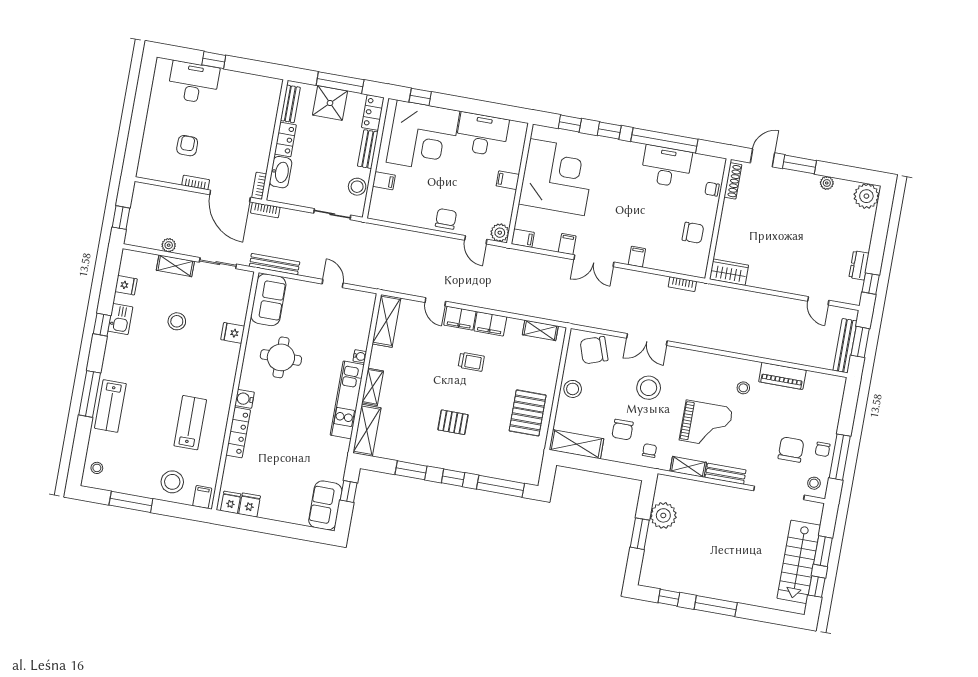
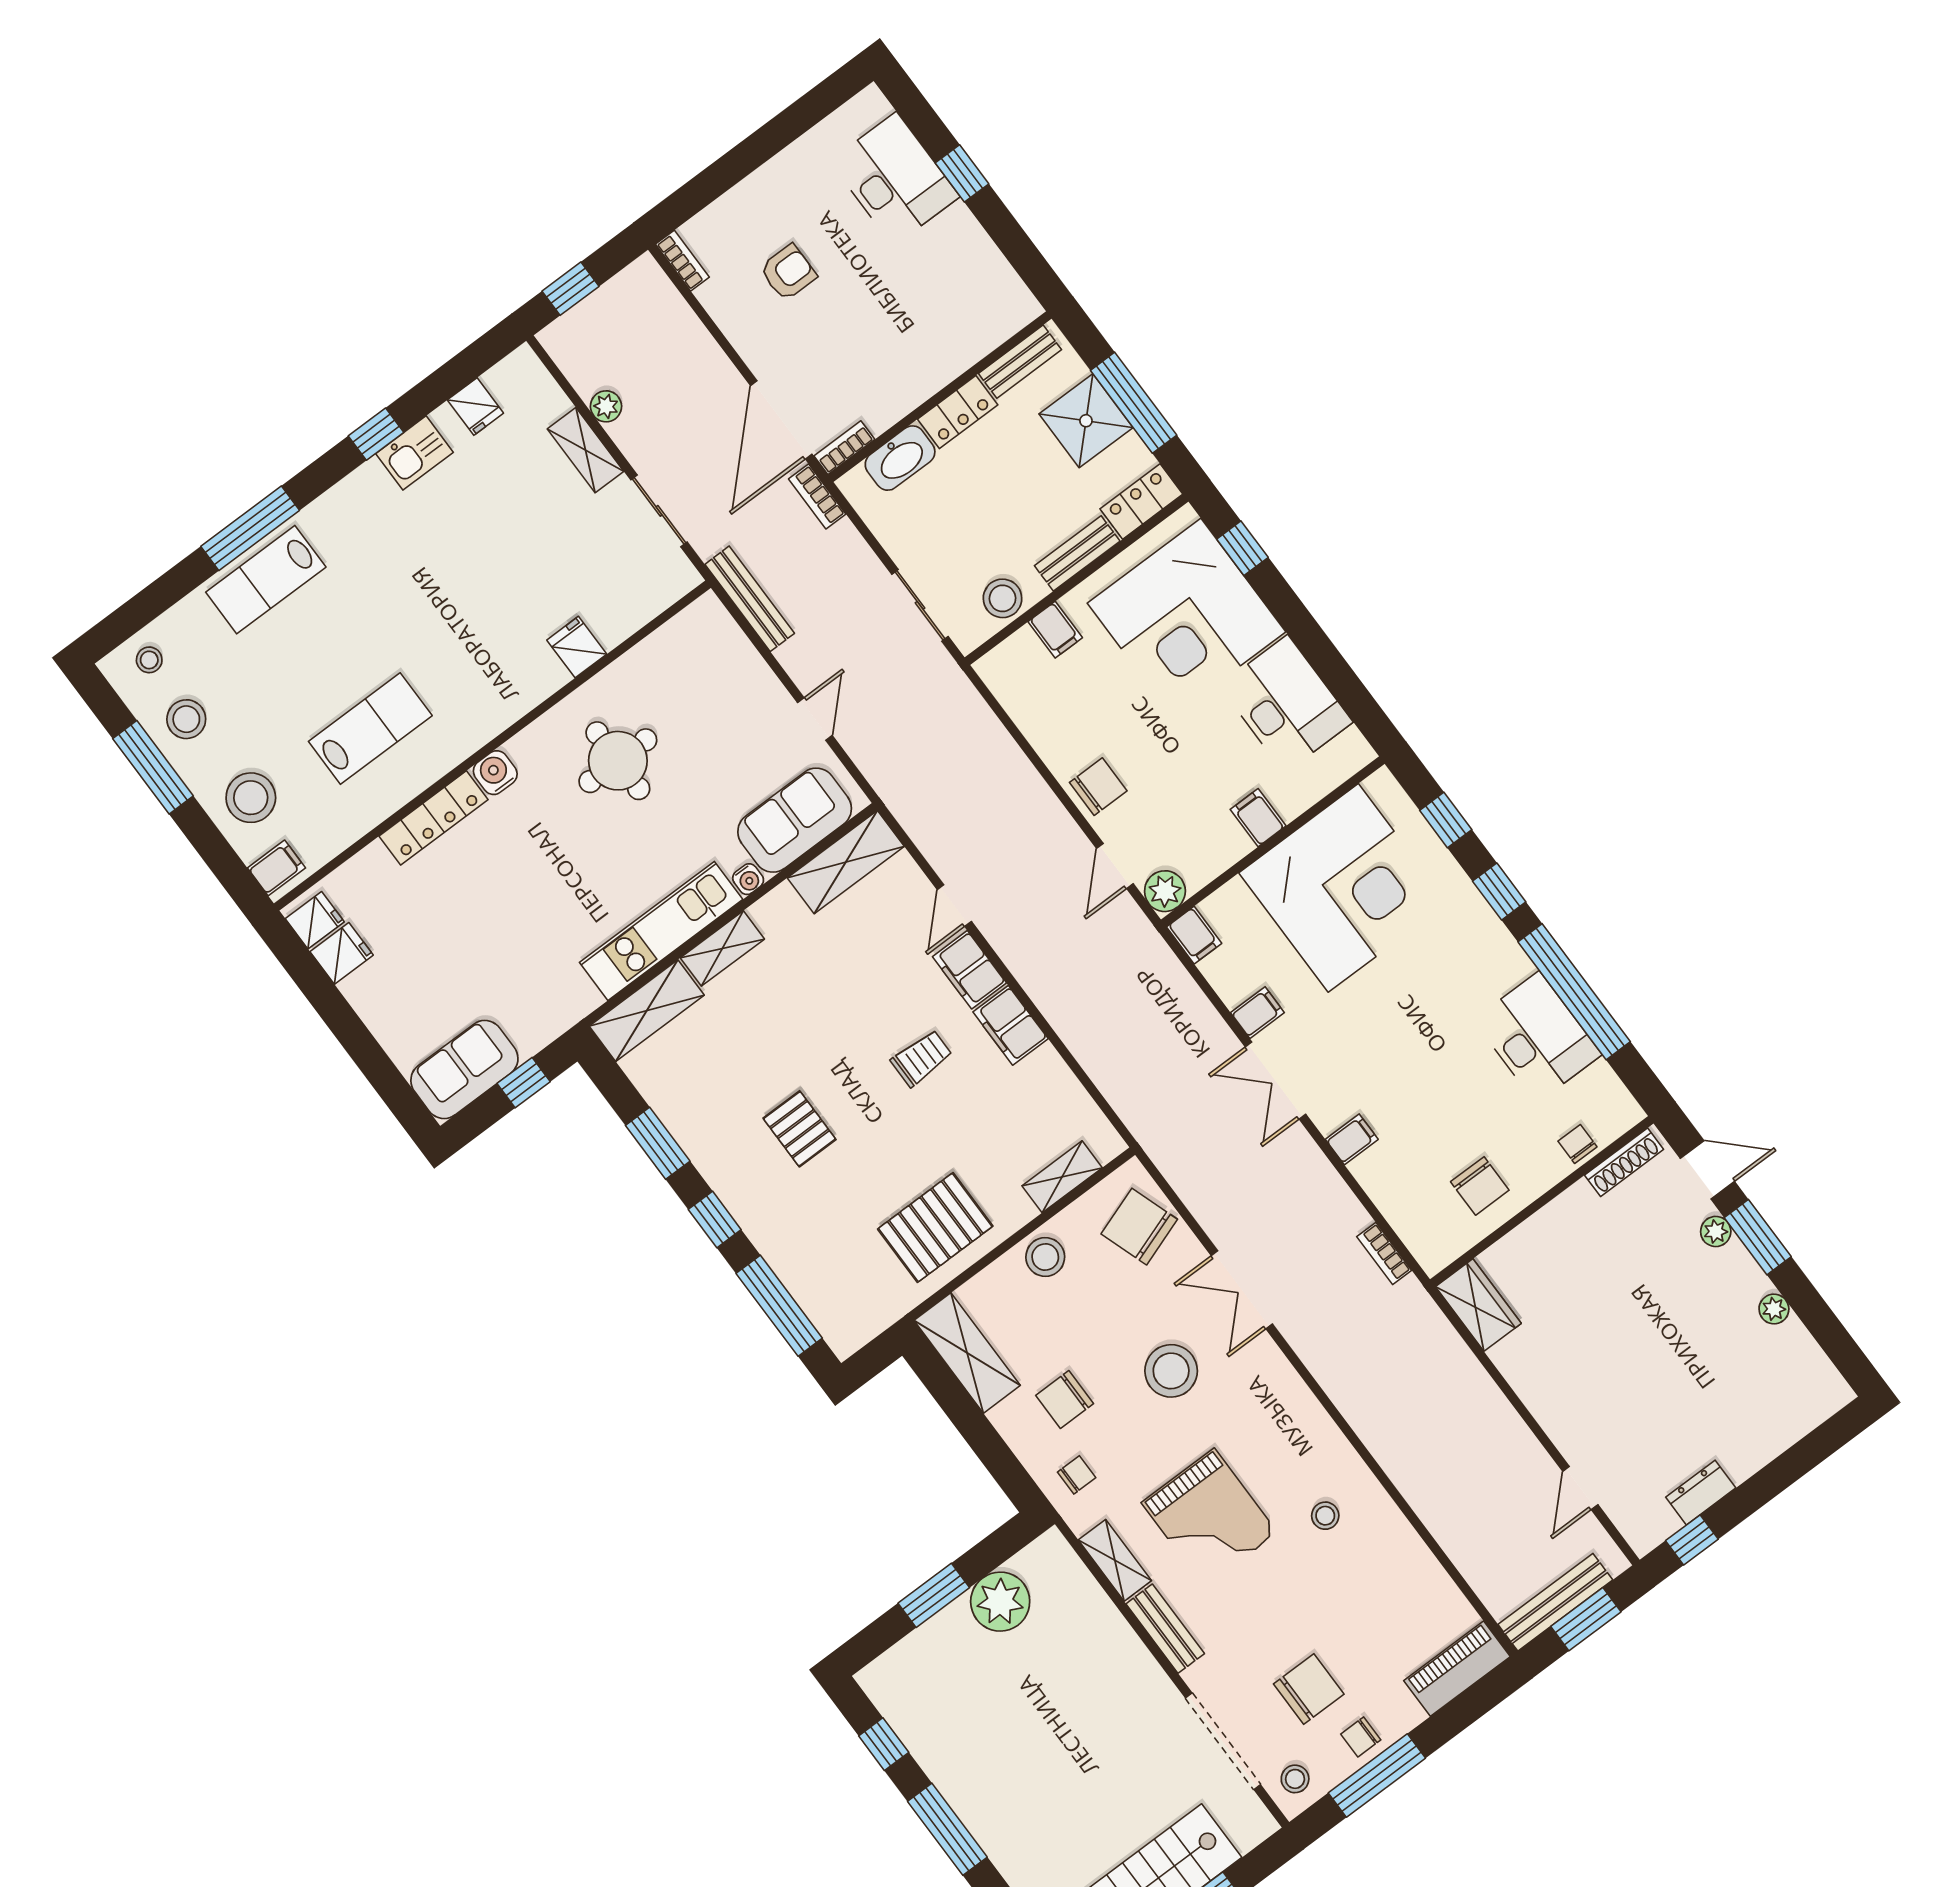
bookcase: (196, 182) -> (682, 261), moved
plant: (866, 196) -> (1716, 1231), moved, width x0.53, depth x0.53
sofa: (268, 300) -> (795, 820), moved, turned 180
stool: (177, 321) -> (186, 719), moved
shelving: (540, 330) -> (1062, 1177), moved, turned 90
trolley: (471, 362) -> (921, 1058), turned -90
piano: (782, 376) -> (1457, 1669), moved, turned 90

